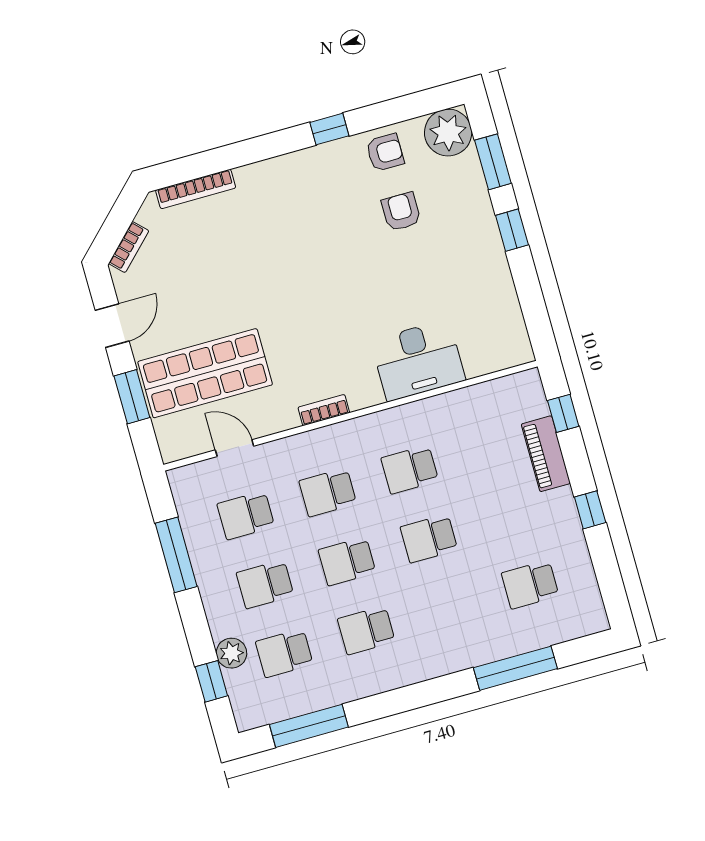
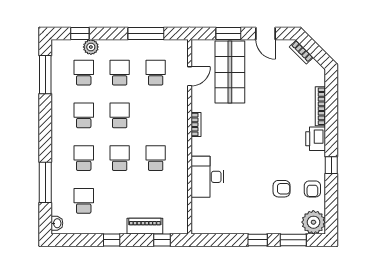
printer: (287, 173) -> (316, 139), added
bookcase: (196, 189) -> (320, 106), moved
school desk: (328, 492) -> (84, 158), moved
washbasin: (587, 624) -> (57, 223), added

